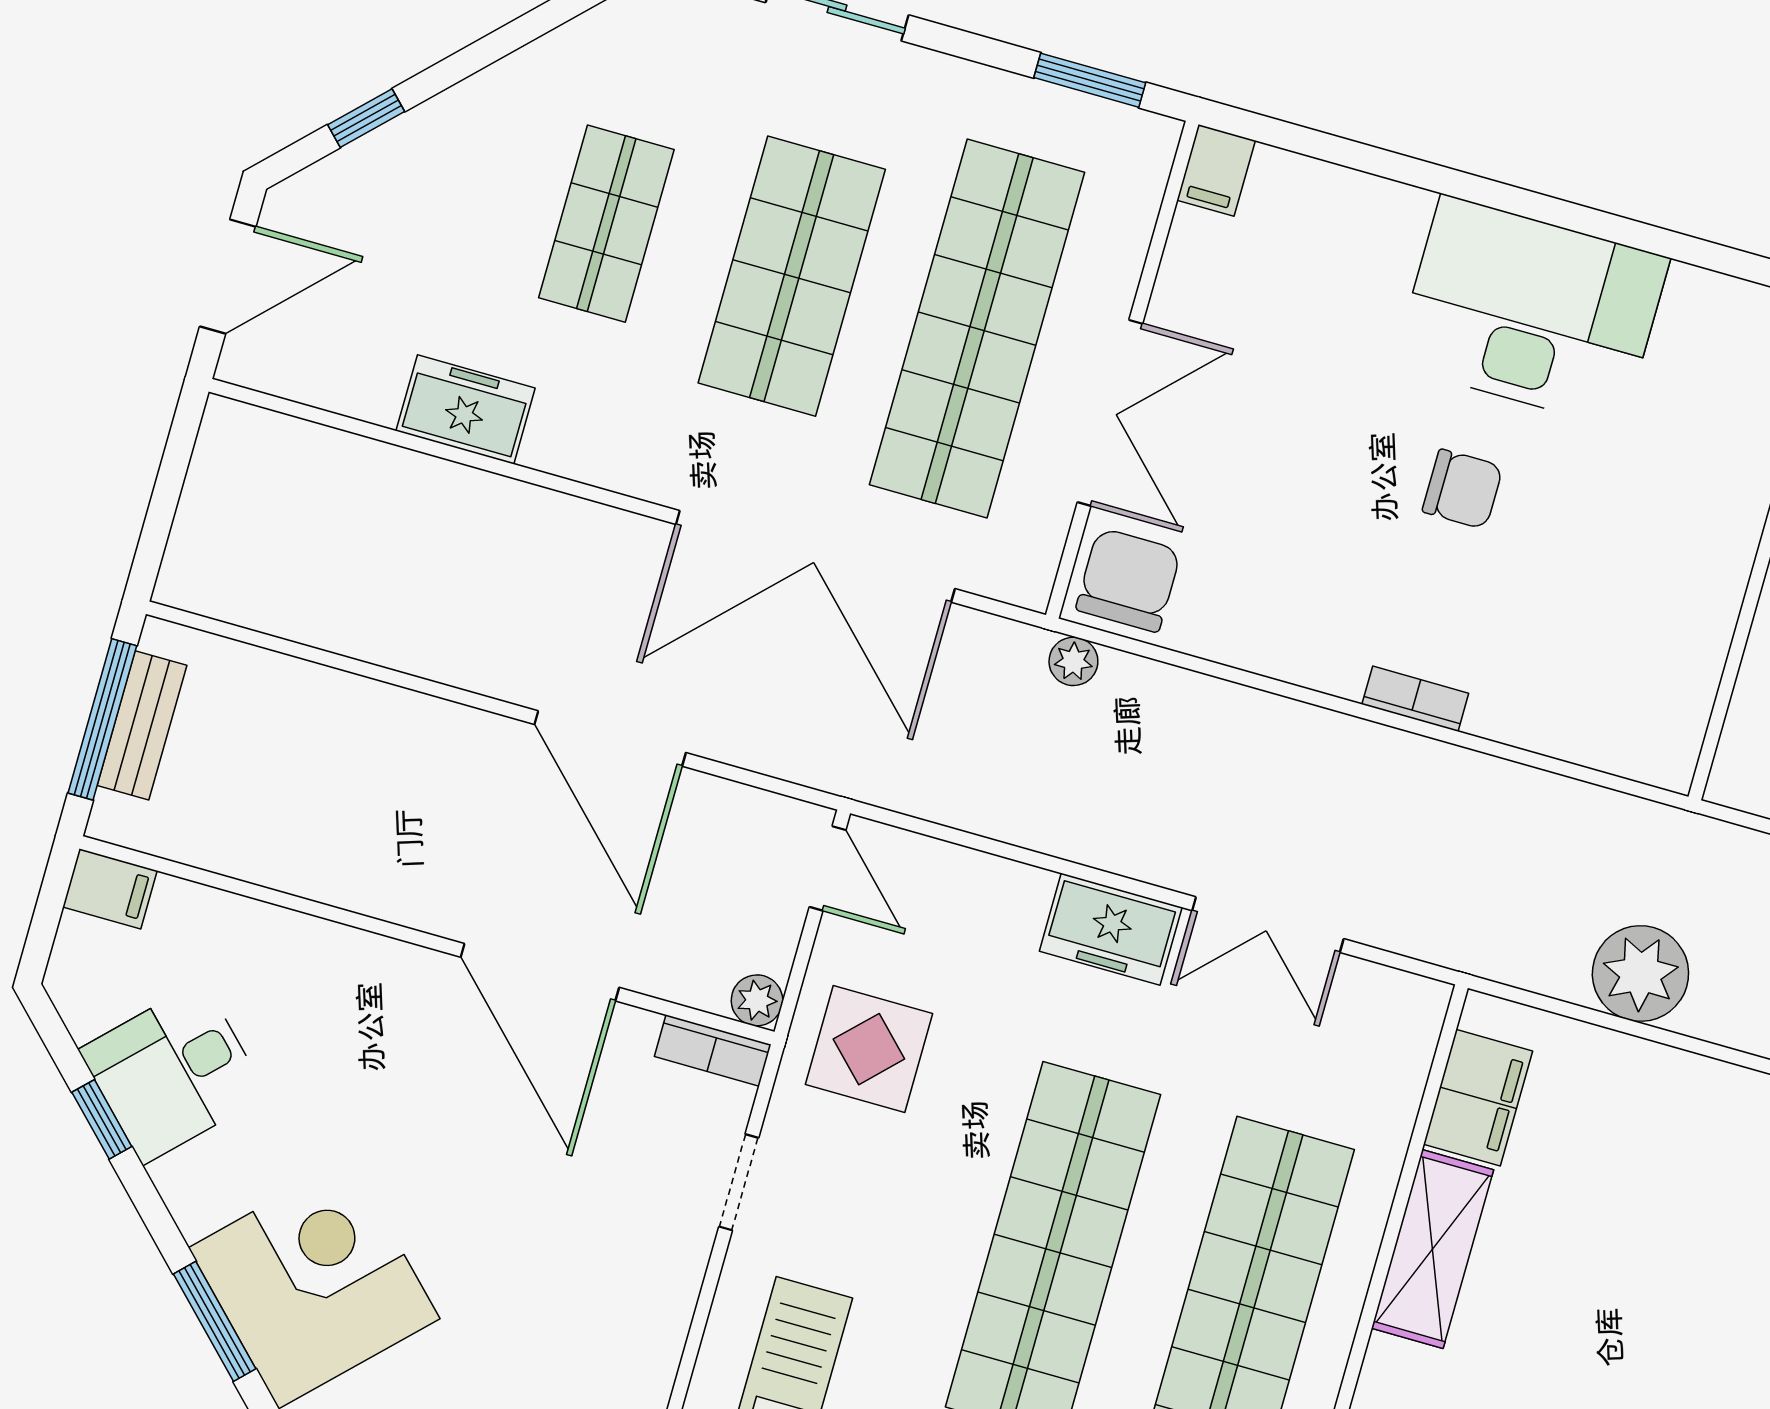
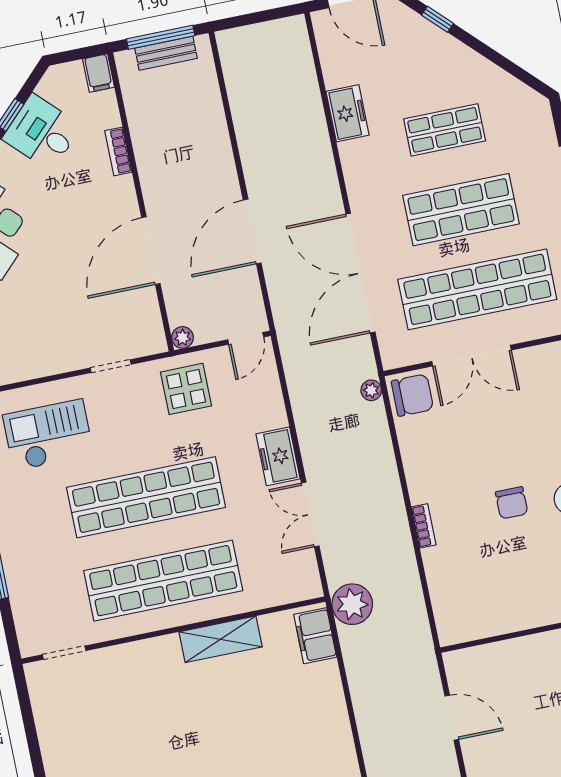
plant: (1640, 974) -> (352, 604), moved
bookcase: (713, 1050) -> (118, 151), moved
filing cabinet: (1478, 1098) -> (315, 636), moved, turned 90

